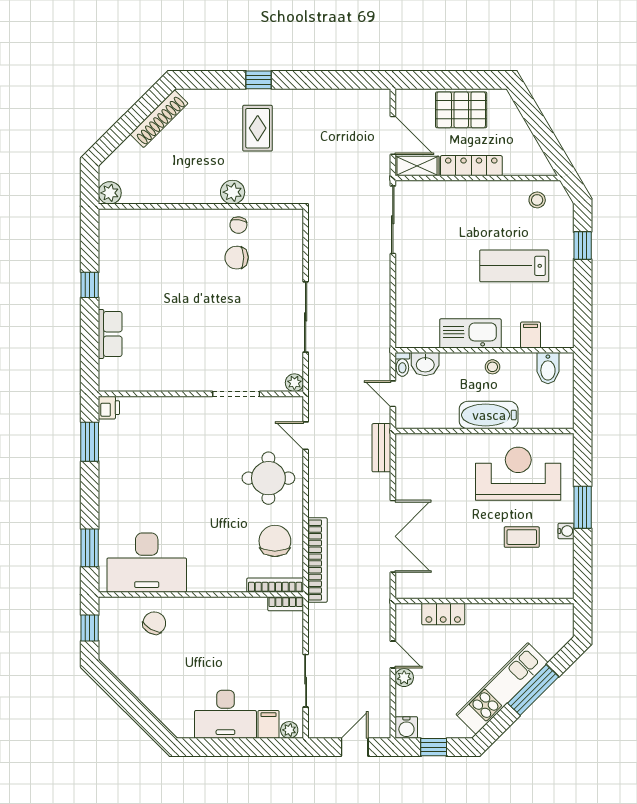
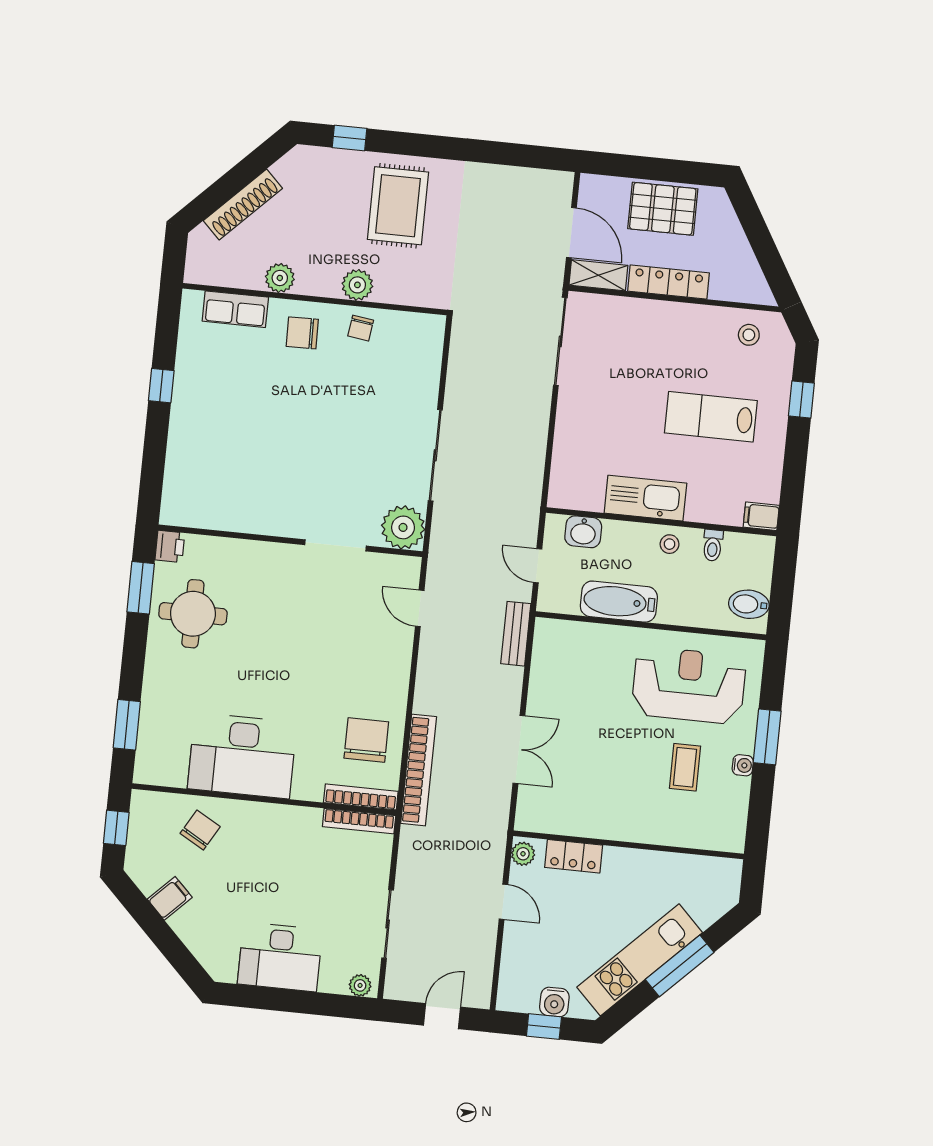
window: (259, 80) -> (350, 138), moved
shoe rack: (159, 119) -> (243, 204), moved
rug: (258, 128) -> (398, 206), width x1.36, depth x1.43
plant: (110, 193) -> (280, 278), moved
chair: (237, 258) -> (302, 333), moved
row of seats: (110, 334) -> (235, 309), moved, turned 90
filing cabinet: (531, 335) -> (761, 516), moved, turned -90
toilet: (402, 364) -> (713, 545), moved
bidet: (548, 368) -> (749, 604), moved, turned 90
plant: (294, 383) -> (403, 527), width x1.87, depth x1.87
bathtub: (489, 415) -> (619, 602), moved
round table: (268, 478) -> (193, 614), moved
double door: (393, 536) -> (519, 749), width x0.73
coffee table: (522, 537) -> (685, 767), turned 90
desk: (147, 563) -> (242, 756), moved
bookcase: (286, 604) -> (359, 821), width x1.56
plant: (404, 678) -> (523, 854), moved
filing cabinet: (268, 724) -> (170, 898), moved, turned 45
water cooler: (406, 727) -> (554, 1002), moved

